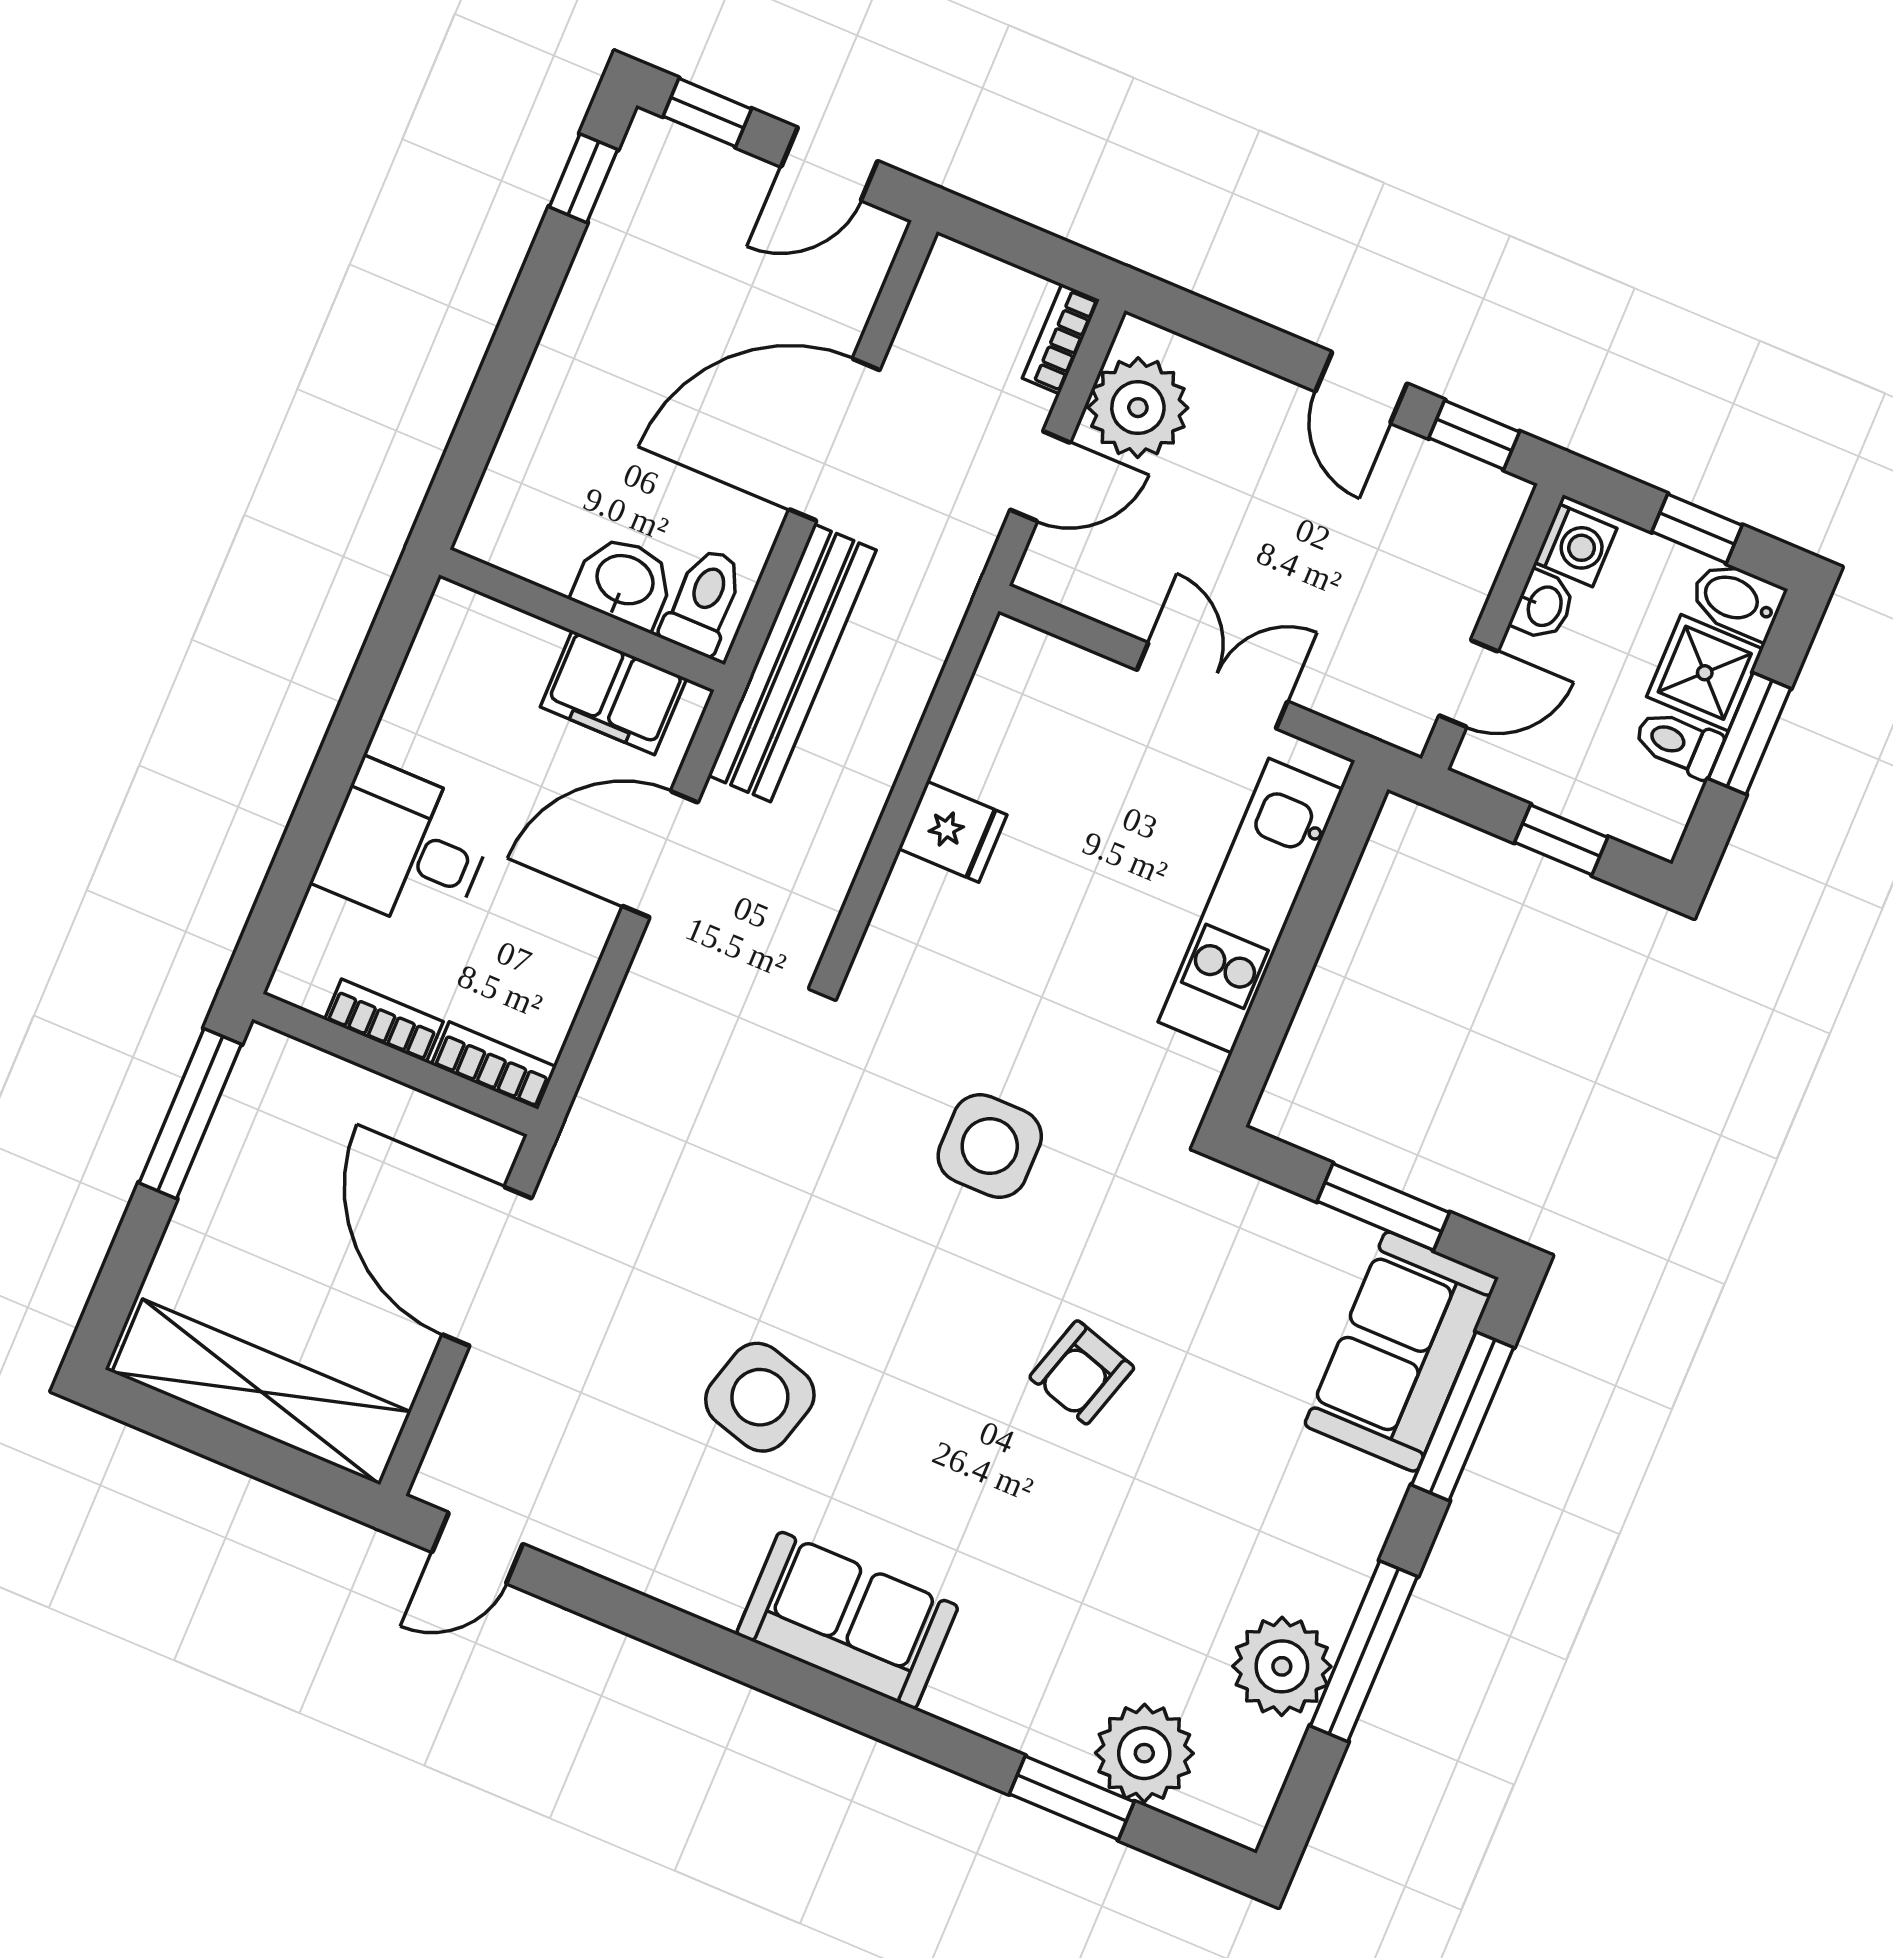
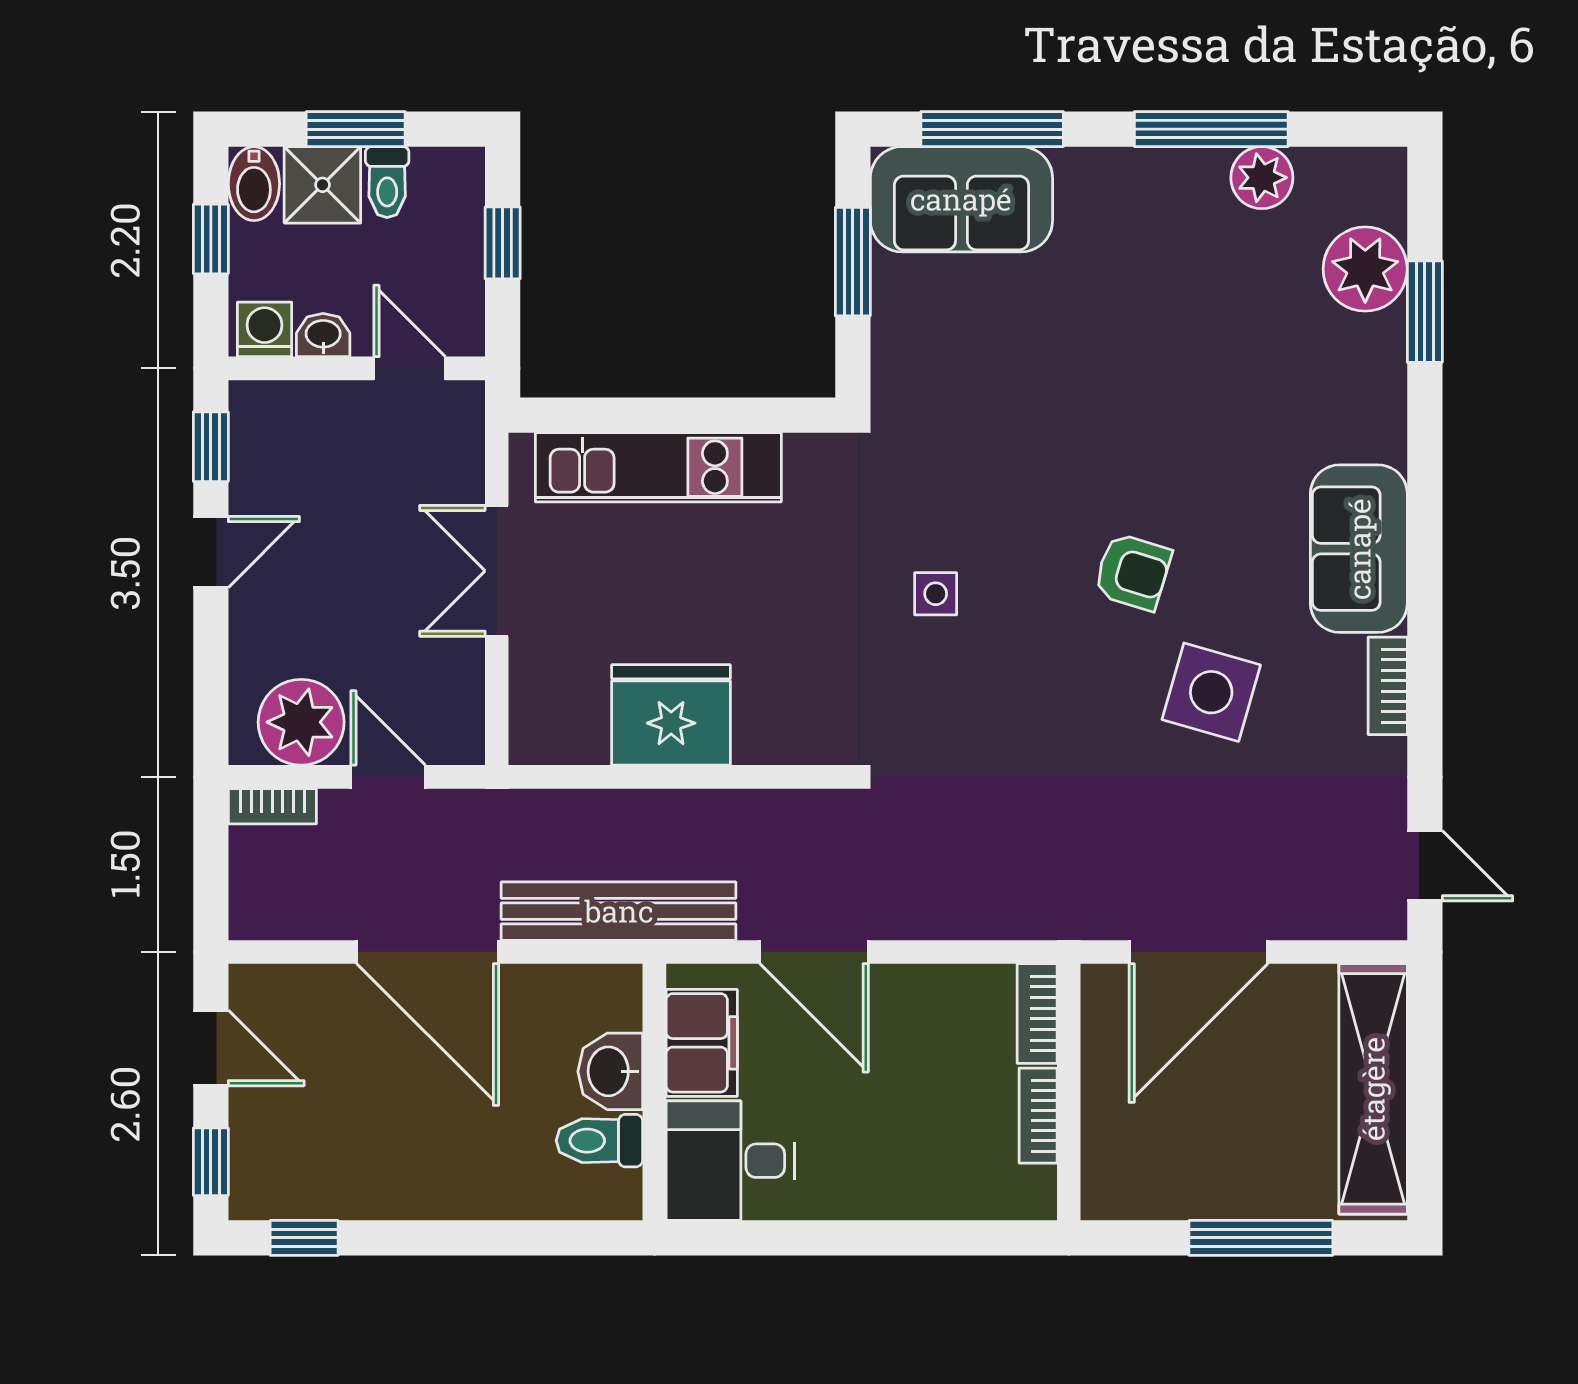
toilet: (703, 601) -> (599, 1141), moved
fridge: (953, 832) -> (671, 715), width x1.88, depth x1.34
desk: (405, 848) -> (730, 1161), moved, turned 90
window: (190, 1114) -> (1261, 1238), moved
side table: (990, 1146) -> (936, 594), width x0.54, depth x0.54
armchair: (1082, 1372) -> (1133, 572), moved
bookcase: (687, 1589) -> (1388, 686), added
plant: (1282, 1666) -> (1262, 178), width x0.73, depth x0.73

